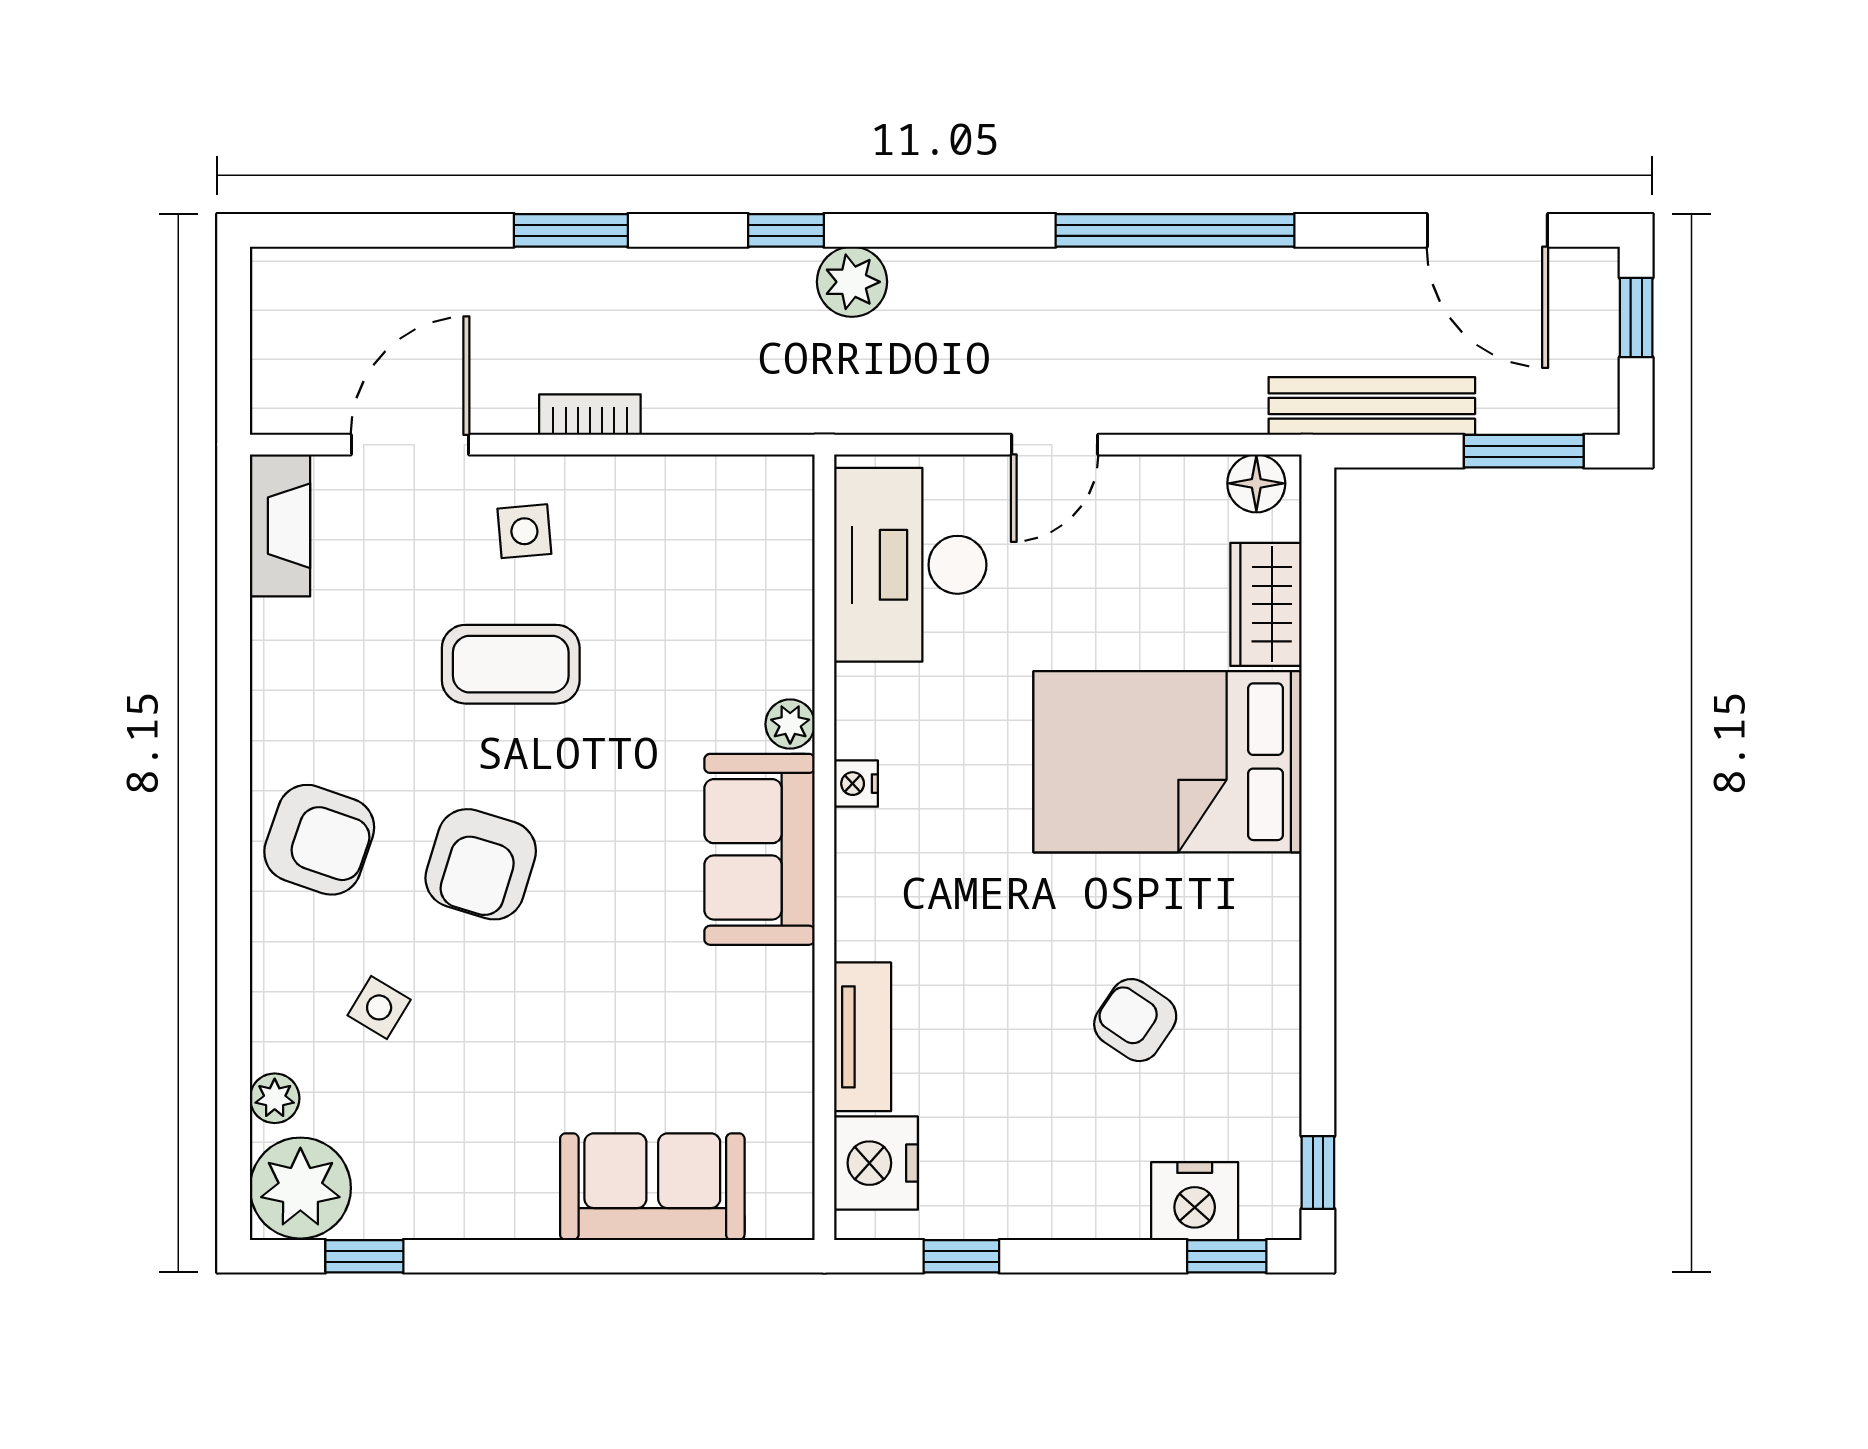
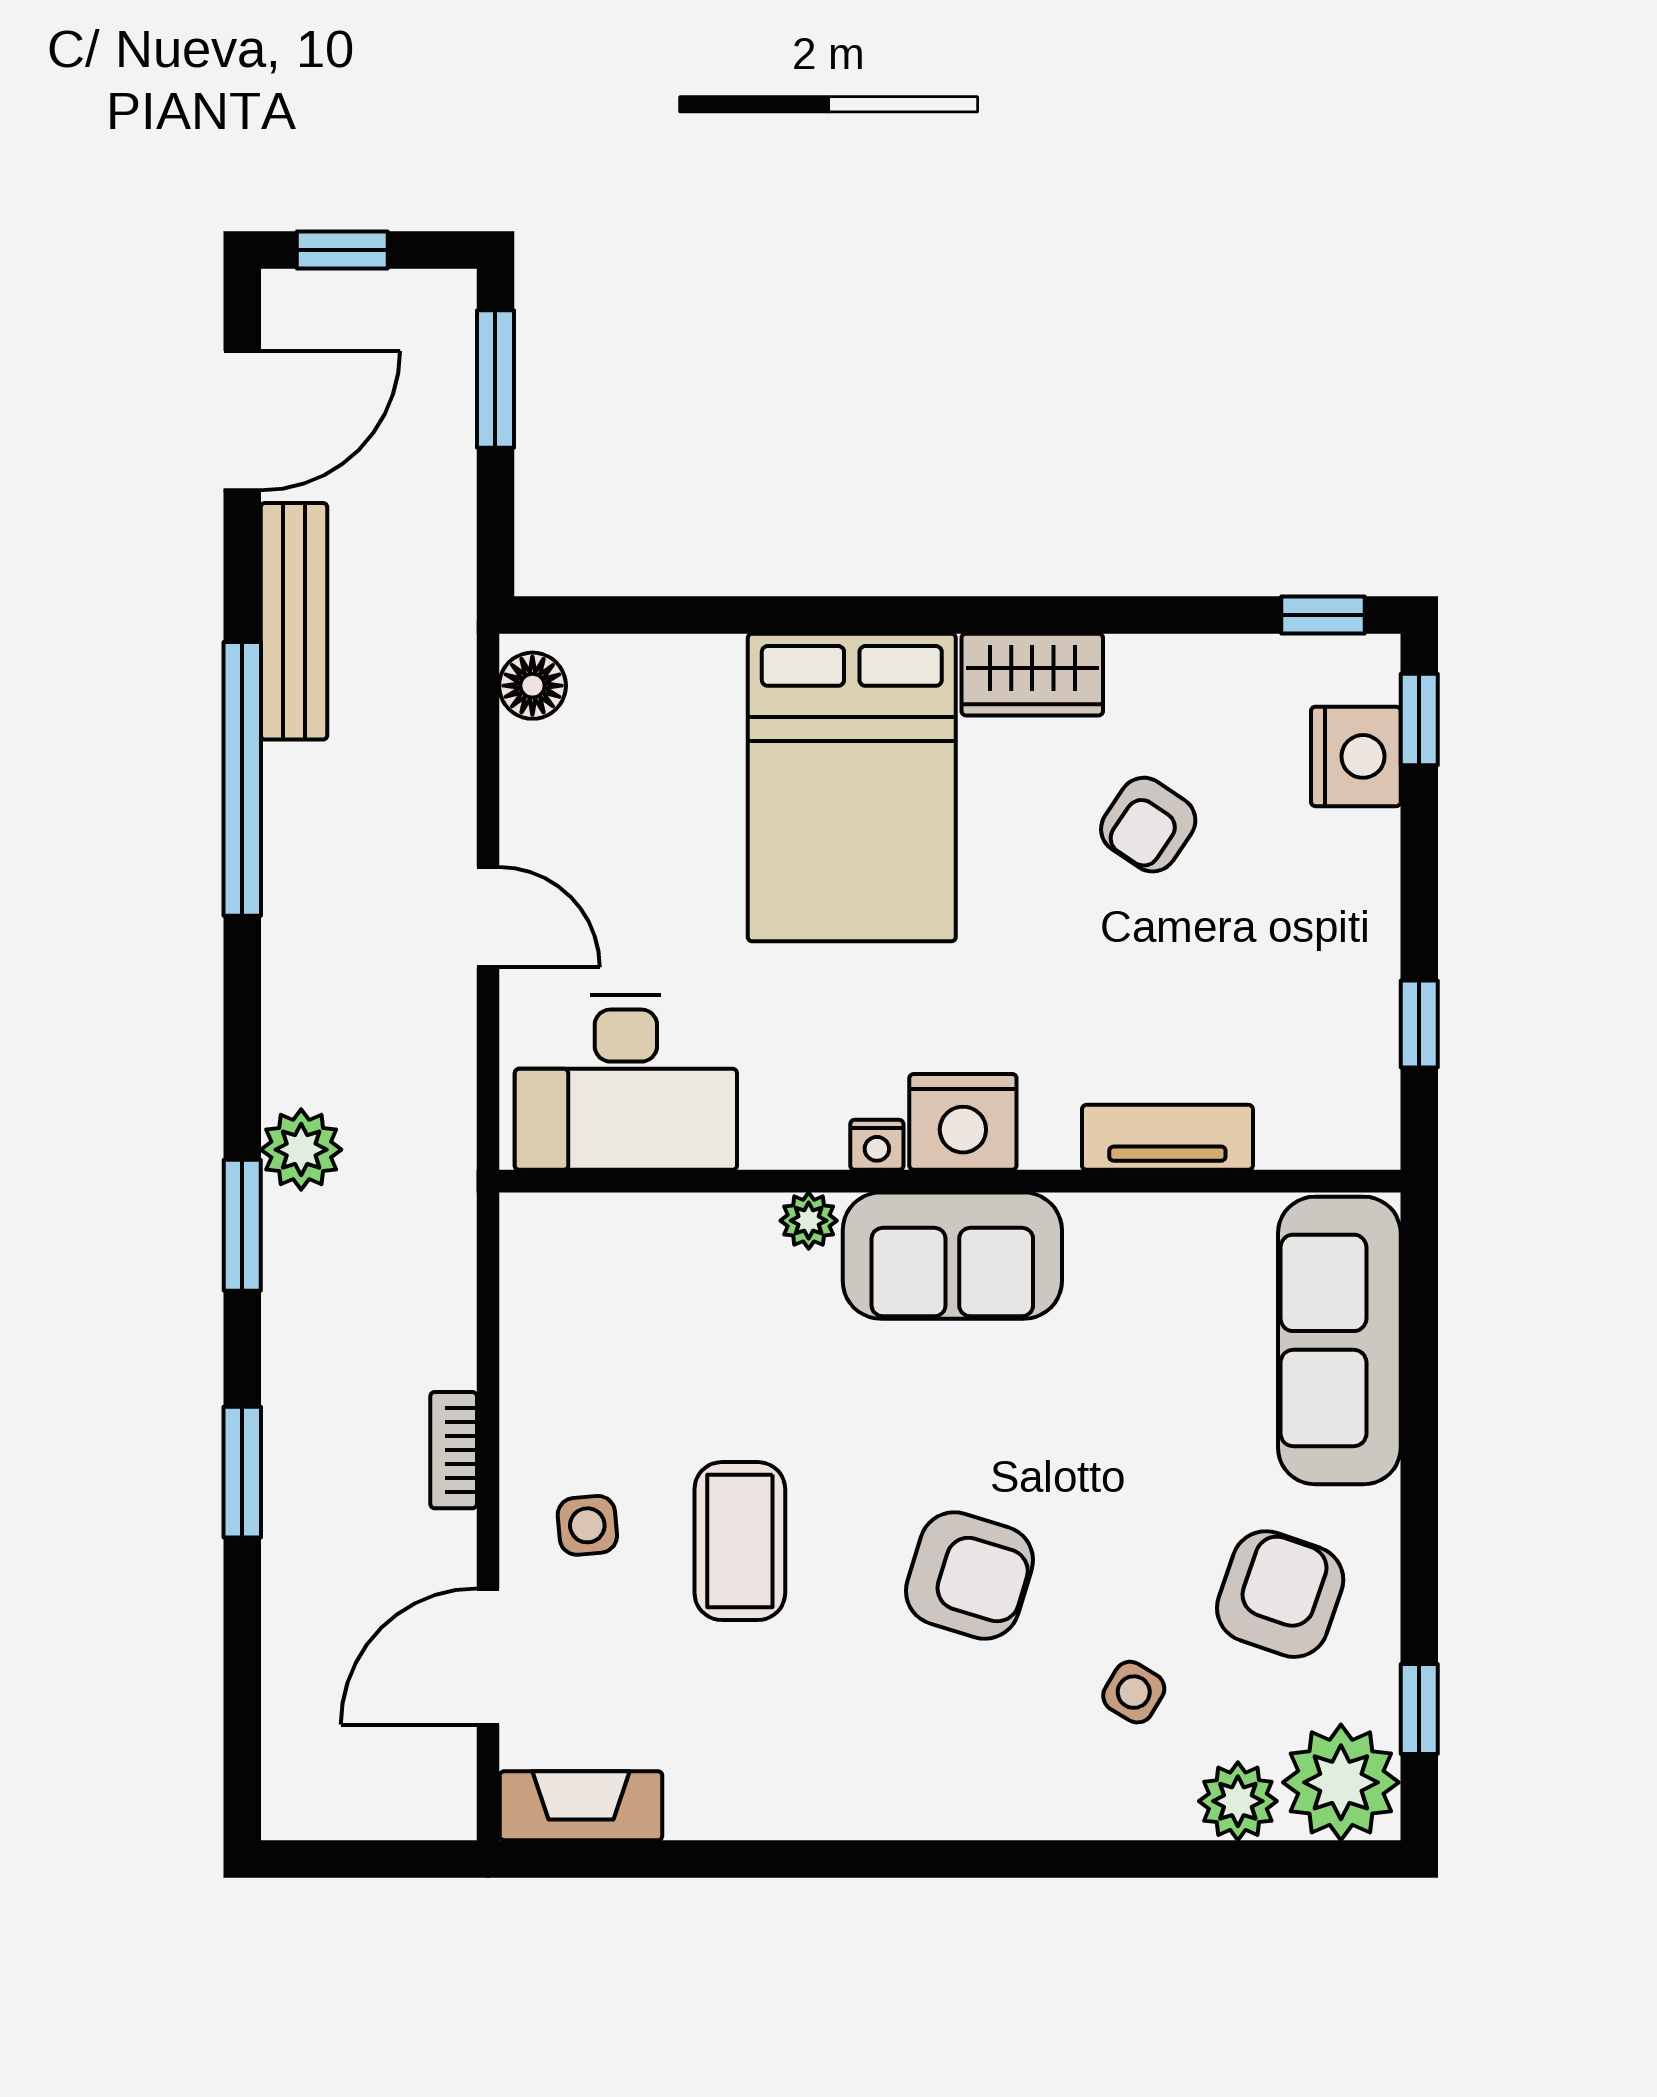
window: (786, 230) -> (242, 1225), width x1.50
bench: (1372, 406) -> (294, 621), moved
door: (410, 445) -> (488, 1657), hinge flipped
wardrobe: (1266, 604) -> (1032, 675), moved
armchair: (319, 840) -> (1280, 1594), moved
plant: (275, 1098) -> (1238, 1801), width x1.38, depth x1.38
nightstand: (876, 1163) -> (963, 1122), moved
sofa: (652, 1187) -> (1339, 1340), width x1.36

